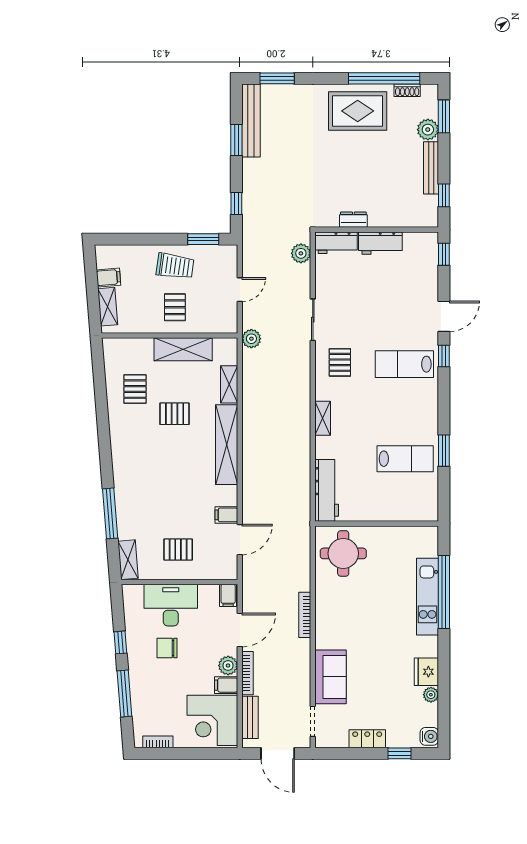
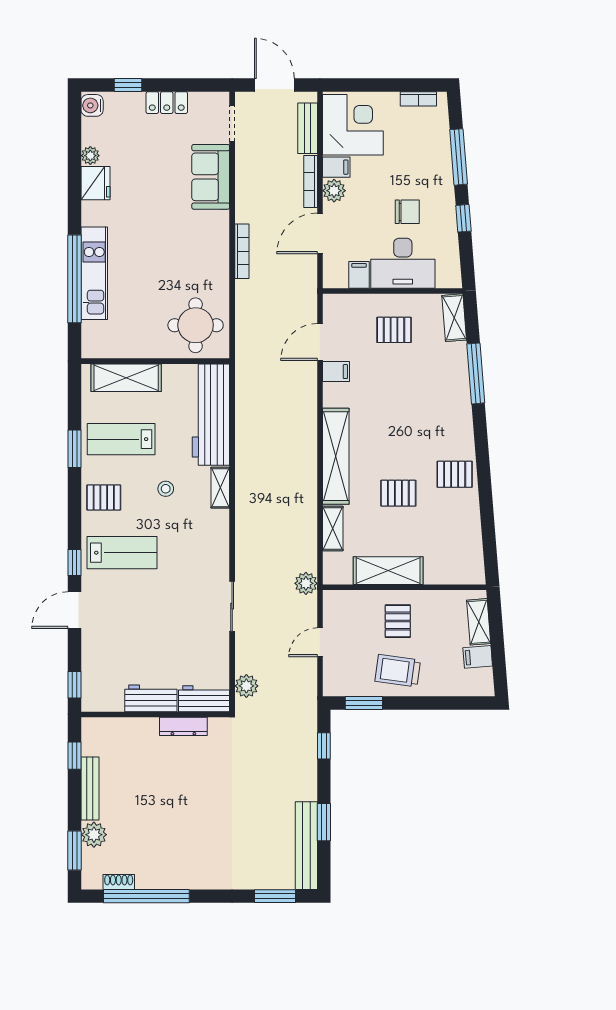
rug: (358, 111) -> (178, 857), removed
dresser: (353, 220) -> (183, 726), width x1.44
pallet: (340, 362) -> (104, 497), moved, turned 90
pallet: (135, 389) -> (455, 474), moved, turned 90
stool: (368, 417) -> (166, 489), added
workbench: (327, 490) -> (211, 415), width x1.36, depth x1.32
shelving: (401, 510) -> (126, 378), added
filing cabinet: (228, 595) -> (359, 275), moved

